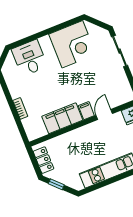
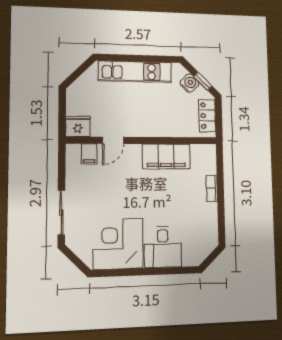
desk: (30, 58) -> (163, 247), moved
filing cabinet: (86, 111) -> (89, 154), moved
water cooler: (66, 179) -> (189, 83), added

